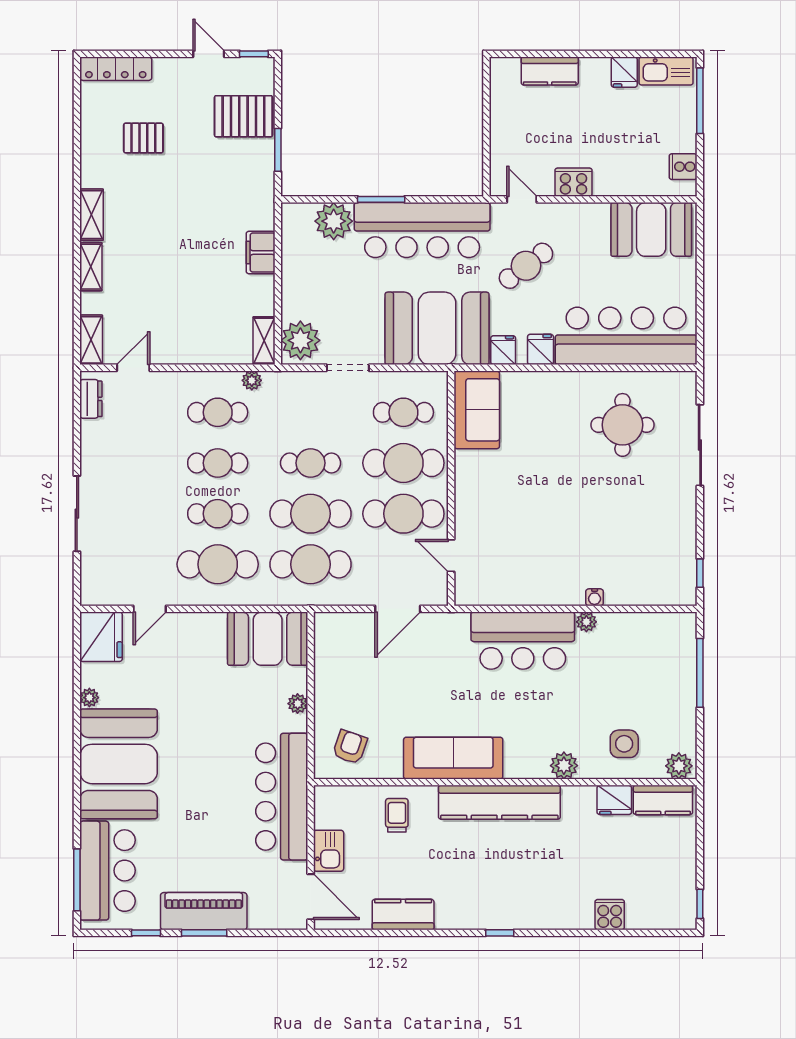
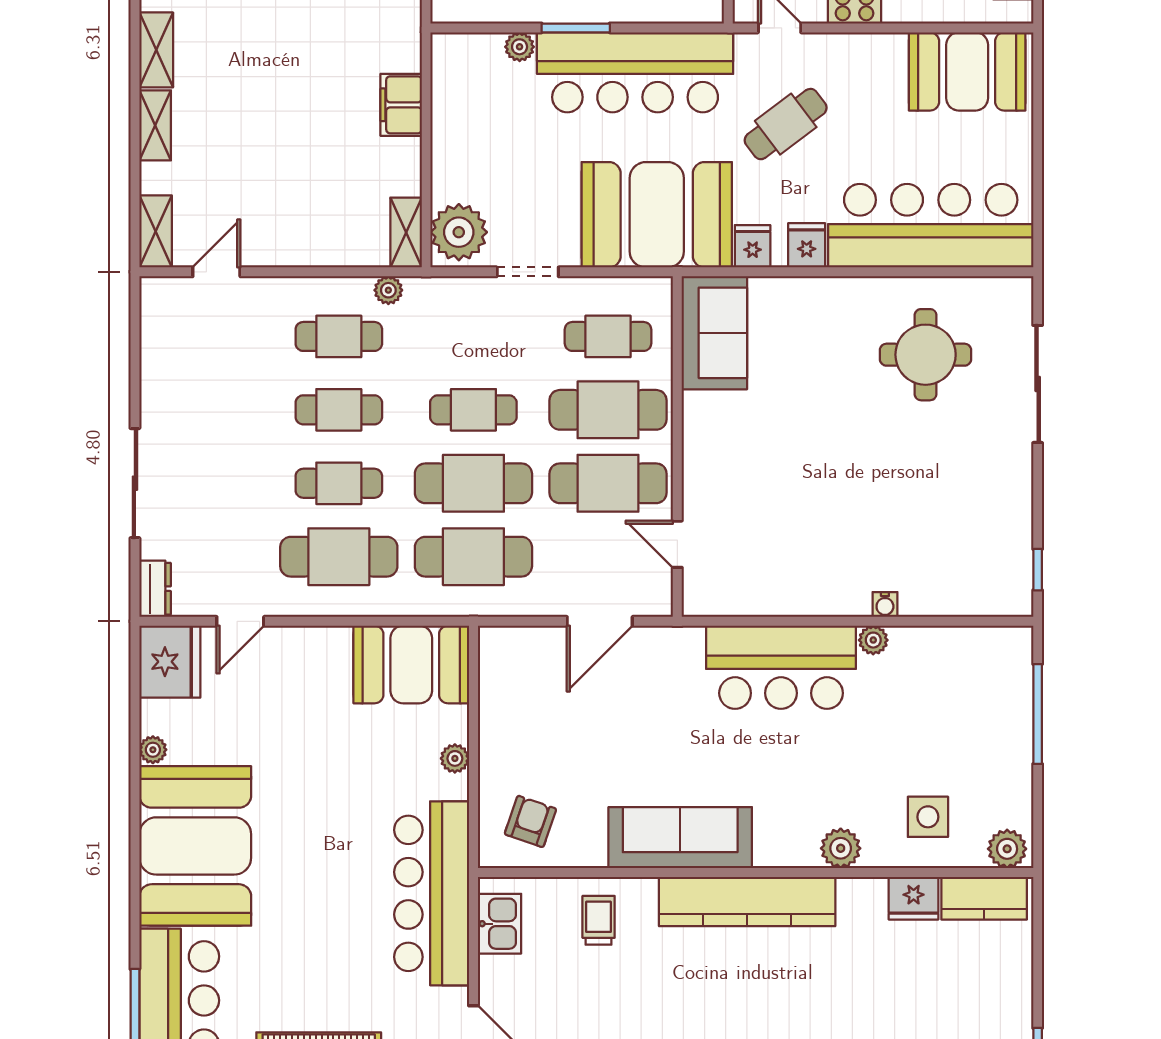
plant: (334, 221) -> (520, 47), width x0.53, depth x0.53
dresser: (91, 399) -> (155, 589), moved
kitchen sink: (329, 851) -> (500, 924), moved

